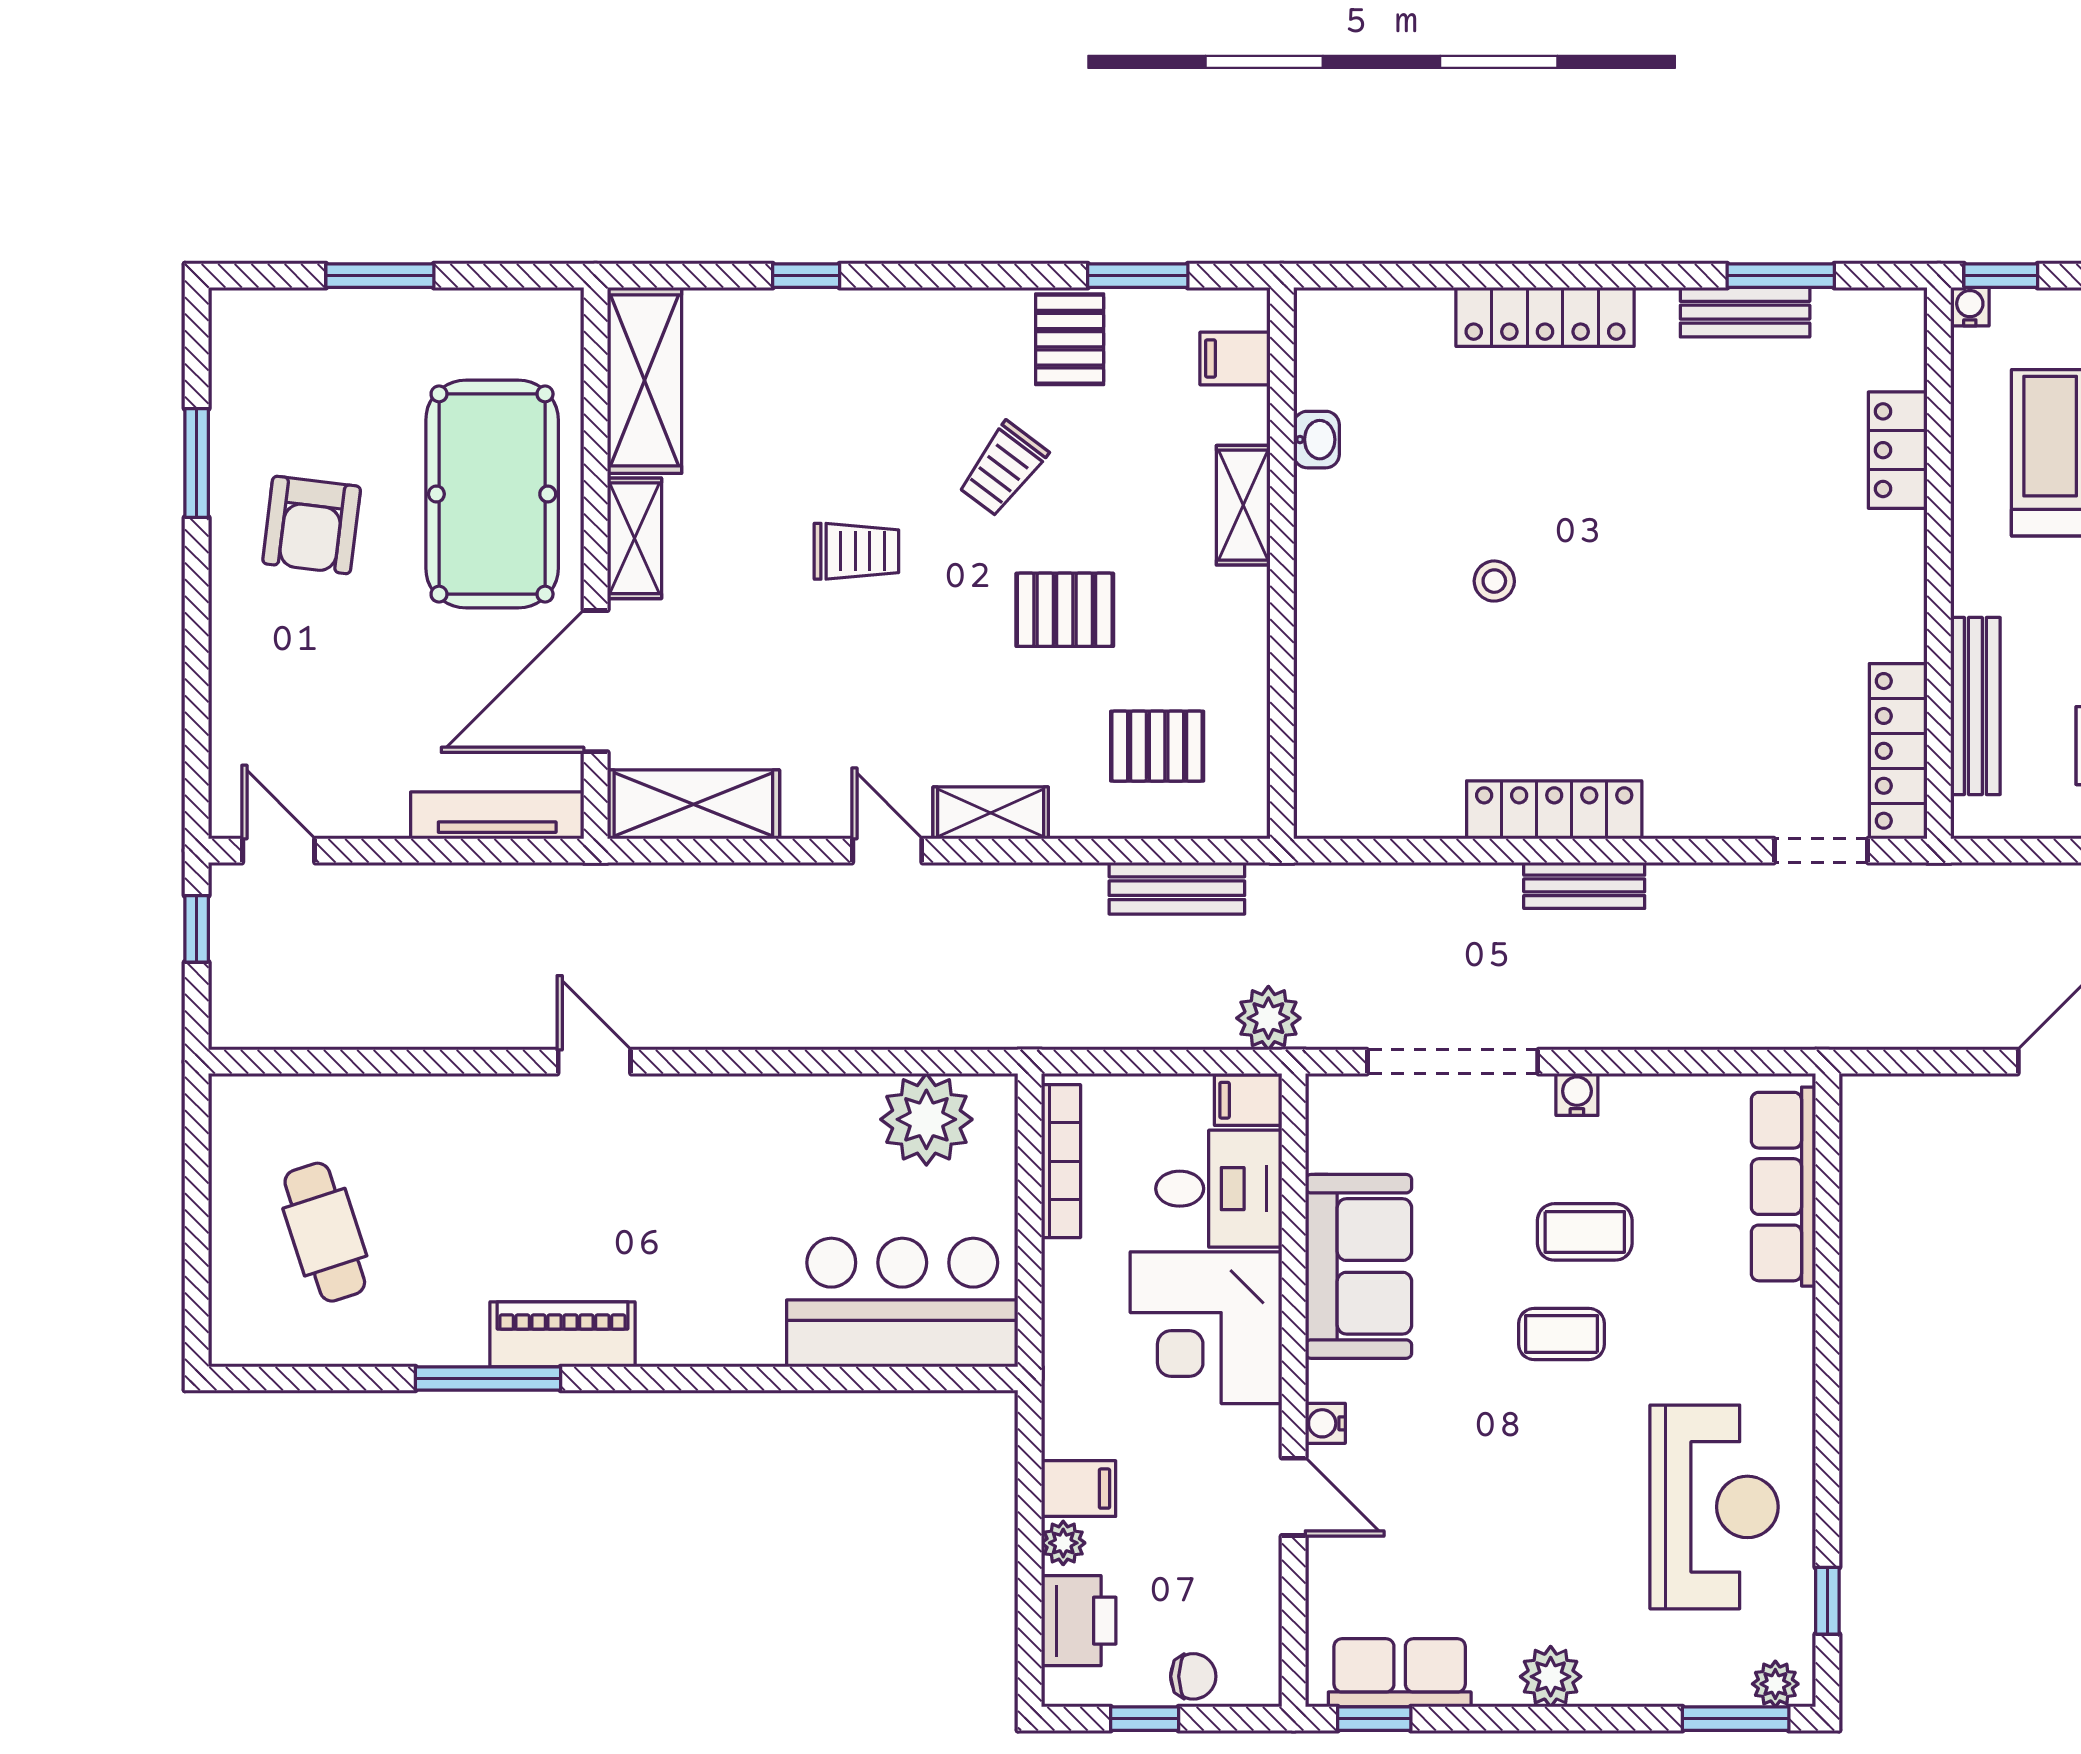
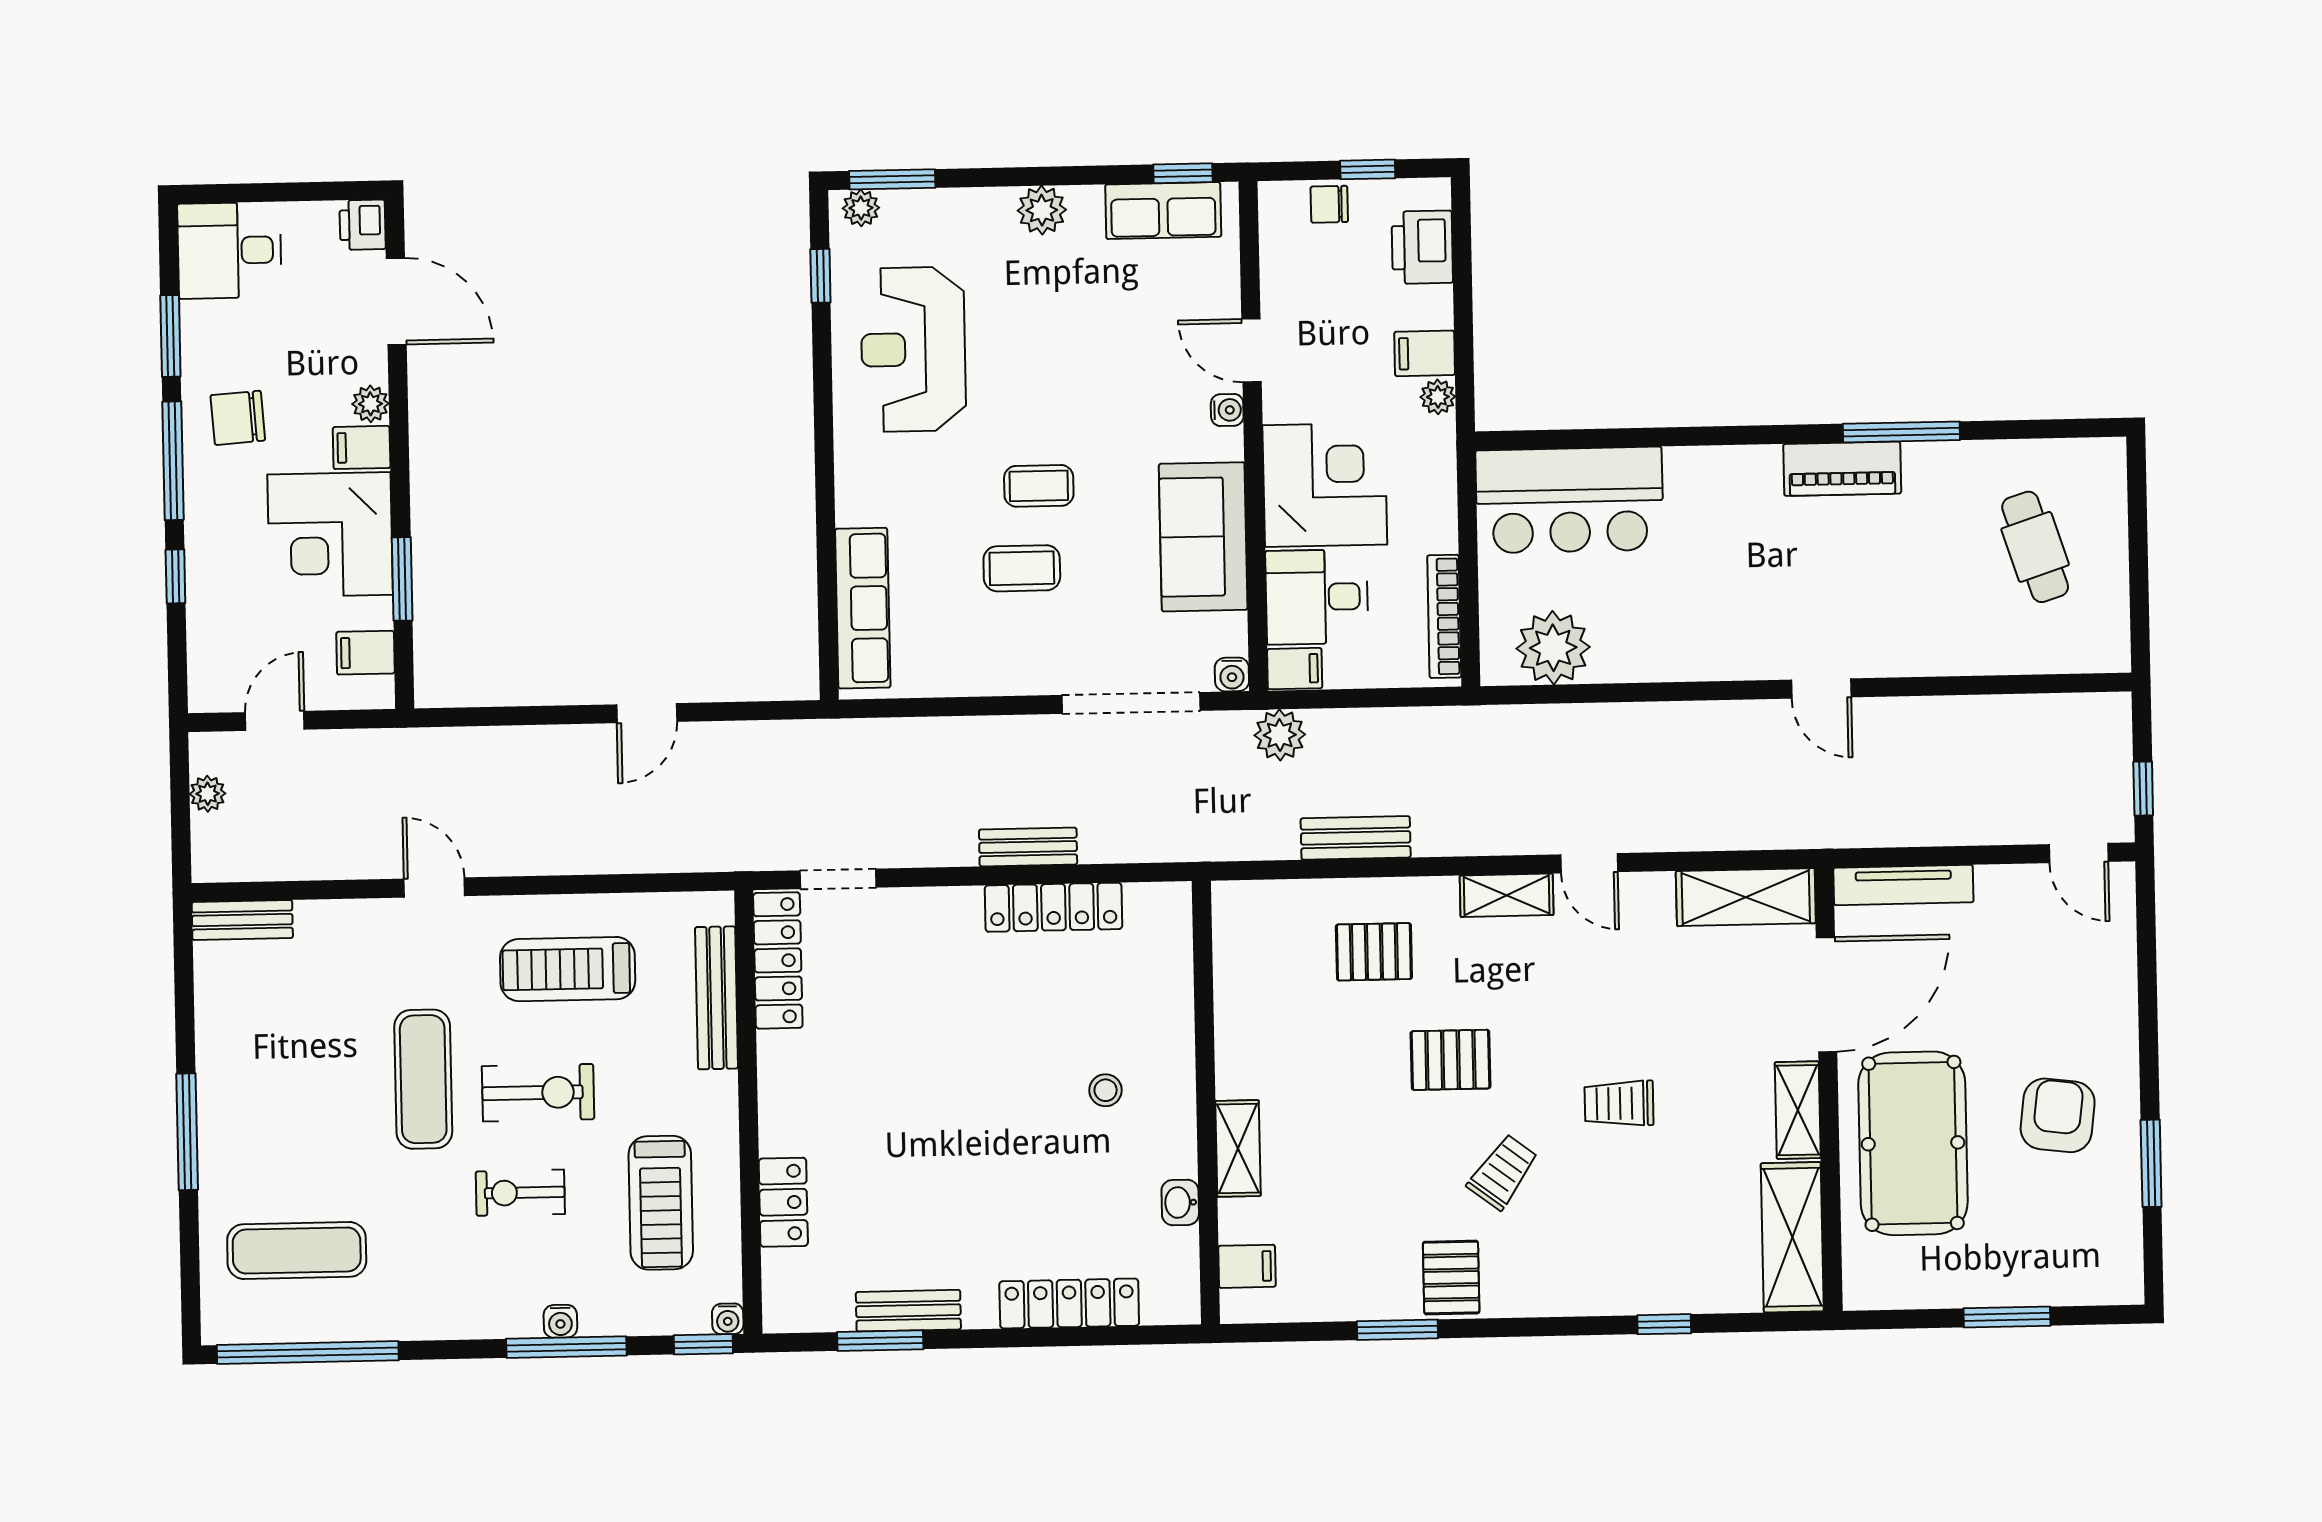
filing cabinet: (1235, 358) -> (1247, 1266), moved
washbasin: (1316, 440) -> (1180, 1202), moved
shelving: (1243, 505) -> (1238, 1148), moved
wall: (1282, 563) -> (1206, 1103), moved
water cooler: (1577, 1094) -> (1232, 674), moved
plant: (1063, 1543) -> (1438, 397), moved

